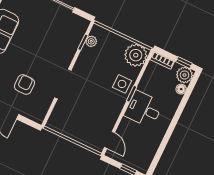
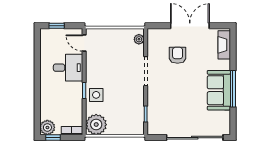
plant: (91, 41) -> (139, 39), moved
armchair: (24, 85) -> (178, 55), turned 180
floor lamp: (181, 89) -> (45, 114), removed
desk: (144, 109) -> (68, 68), moved

